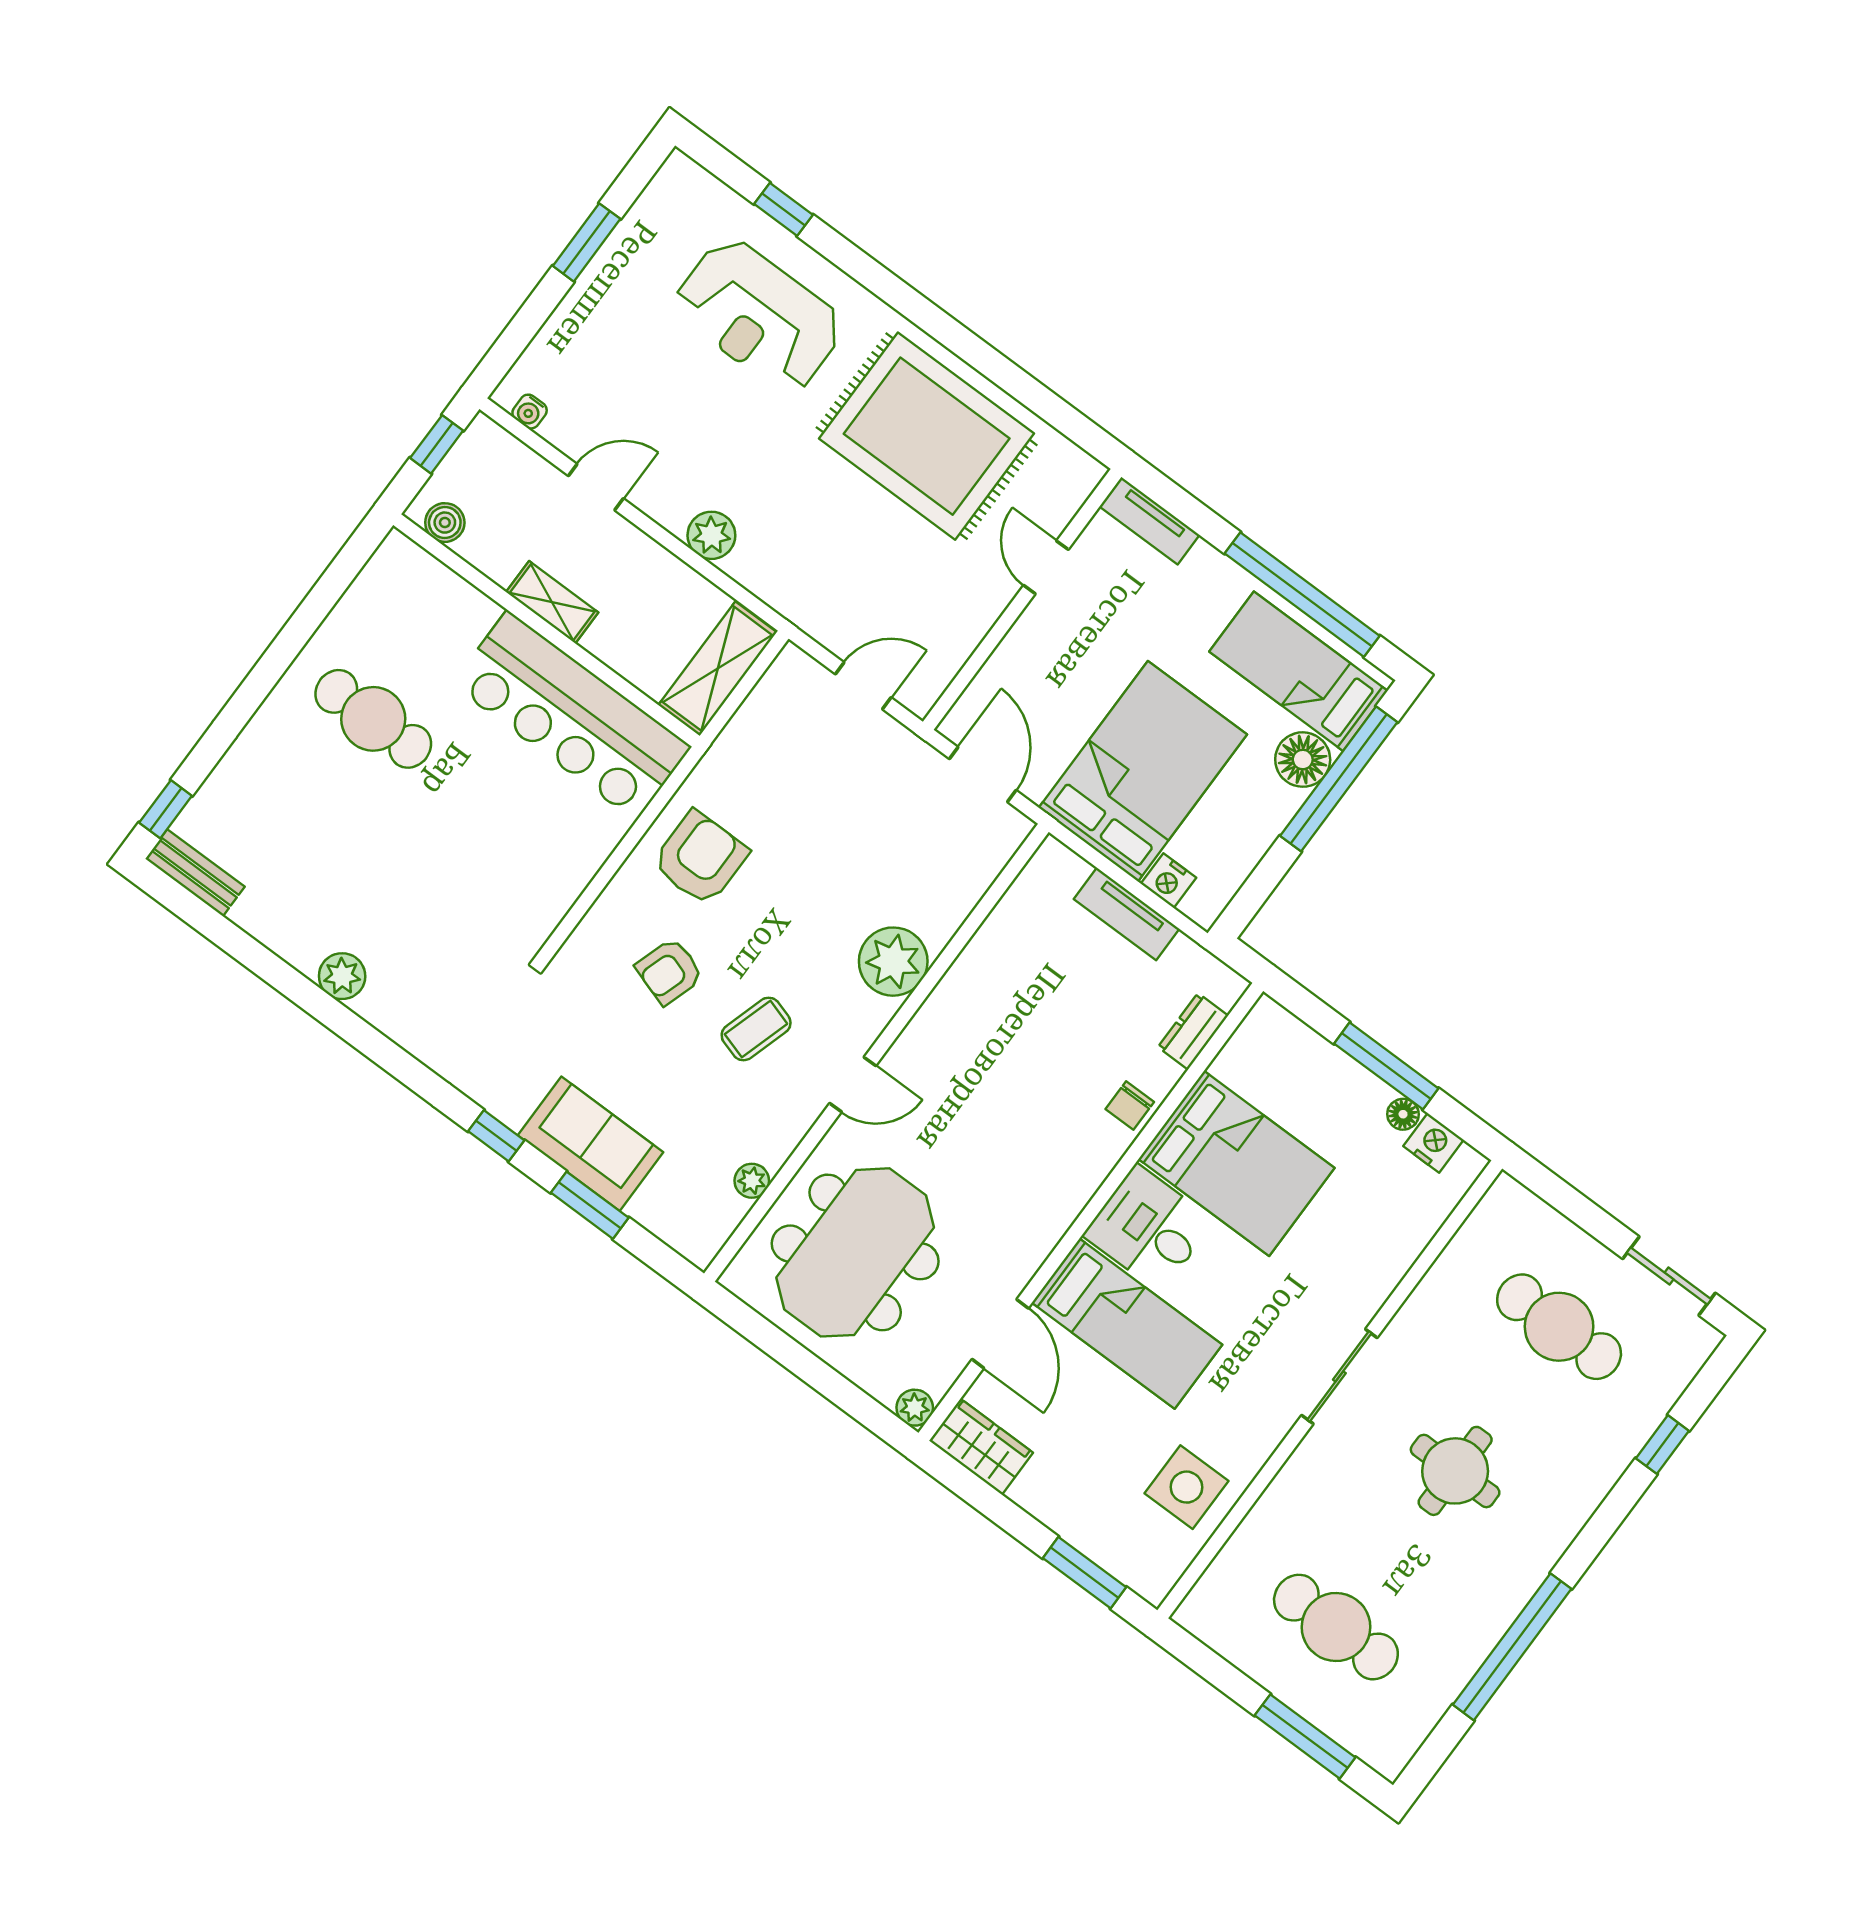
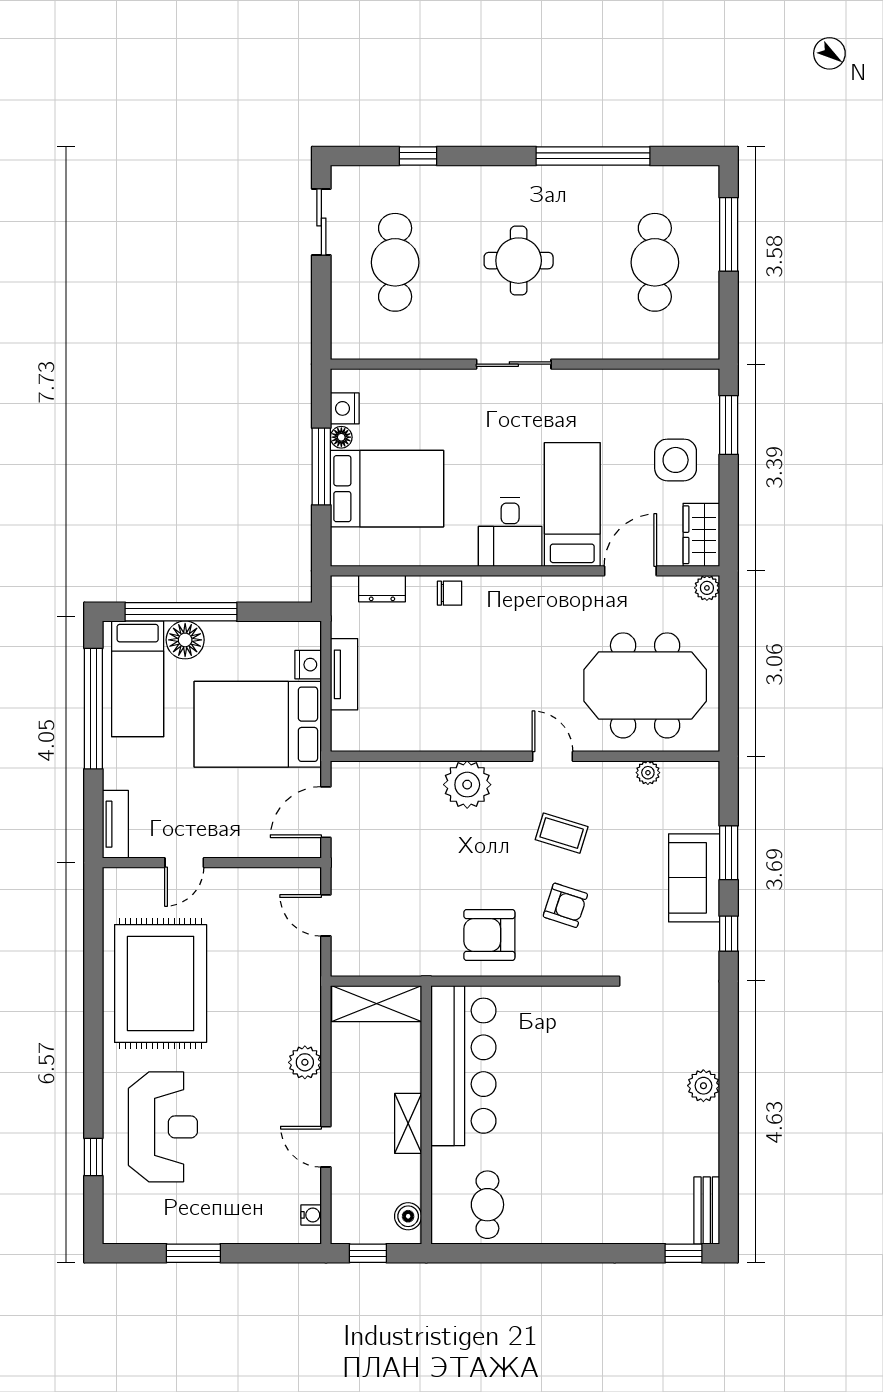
cafe table: (373, 719) -> (487, 1205), moved, width x0.73, depth x0.74
bed: (1236, 1163) -> (387, 489), moved, turned 90
side table: (1186, 1487) -> (676, 460), moved

